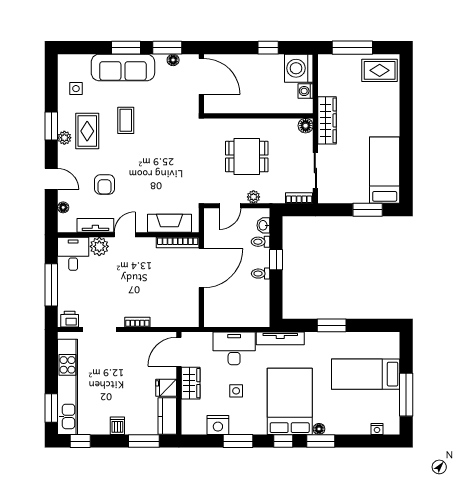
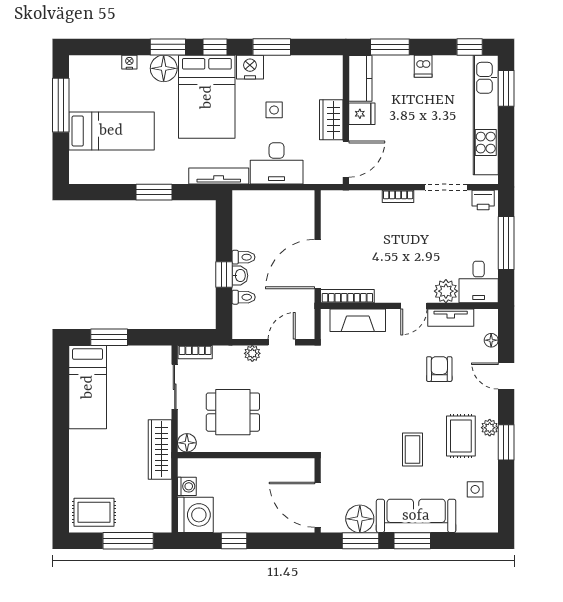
floor lamp: (173, 60) -> (360, 519), width x1.89, depth x1.89
dining table: (247, 157) -> (233, 412), moved
washbasin: (263, 225) -> (240, 276), moved
nightstand: (218, 425) -> (250, 67), moved
floor lamp: (319, 429) -> (164, 68), width x1.89, depth x1.89
nightstand: (377, 429) -> (129, 62), moved

